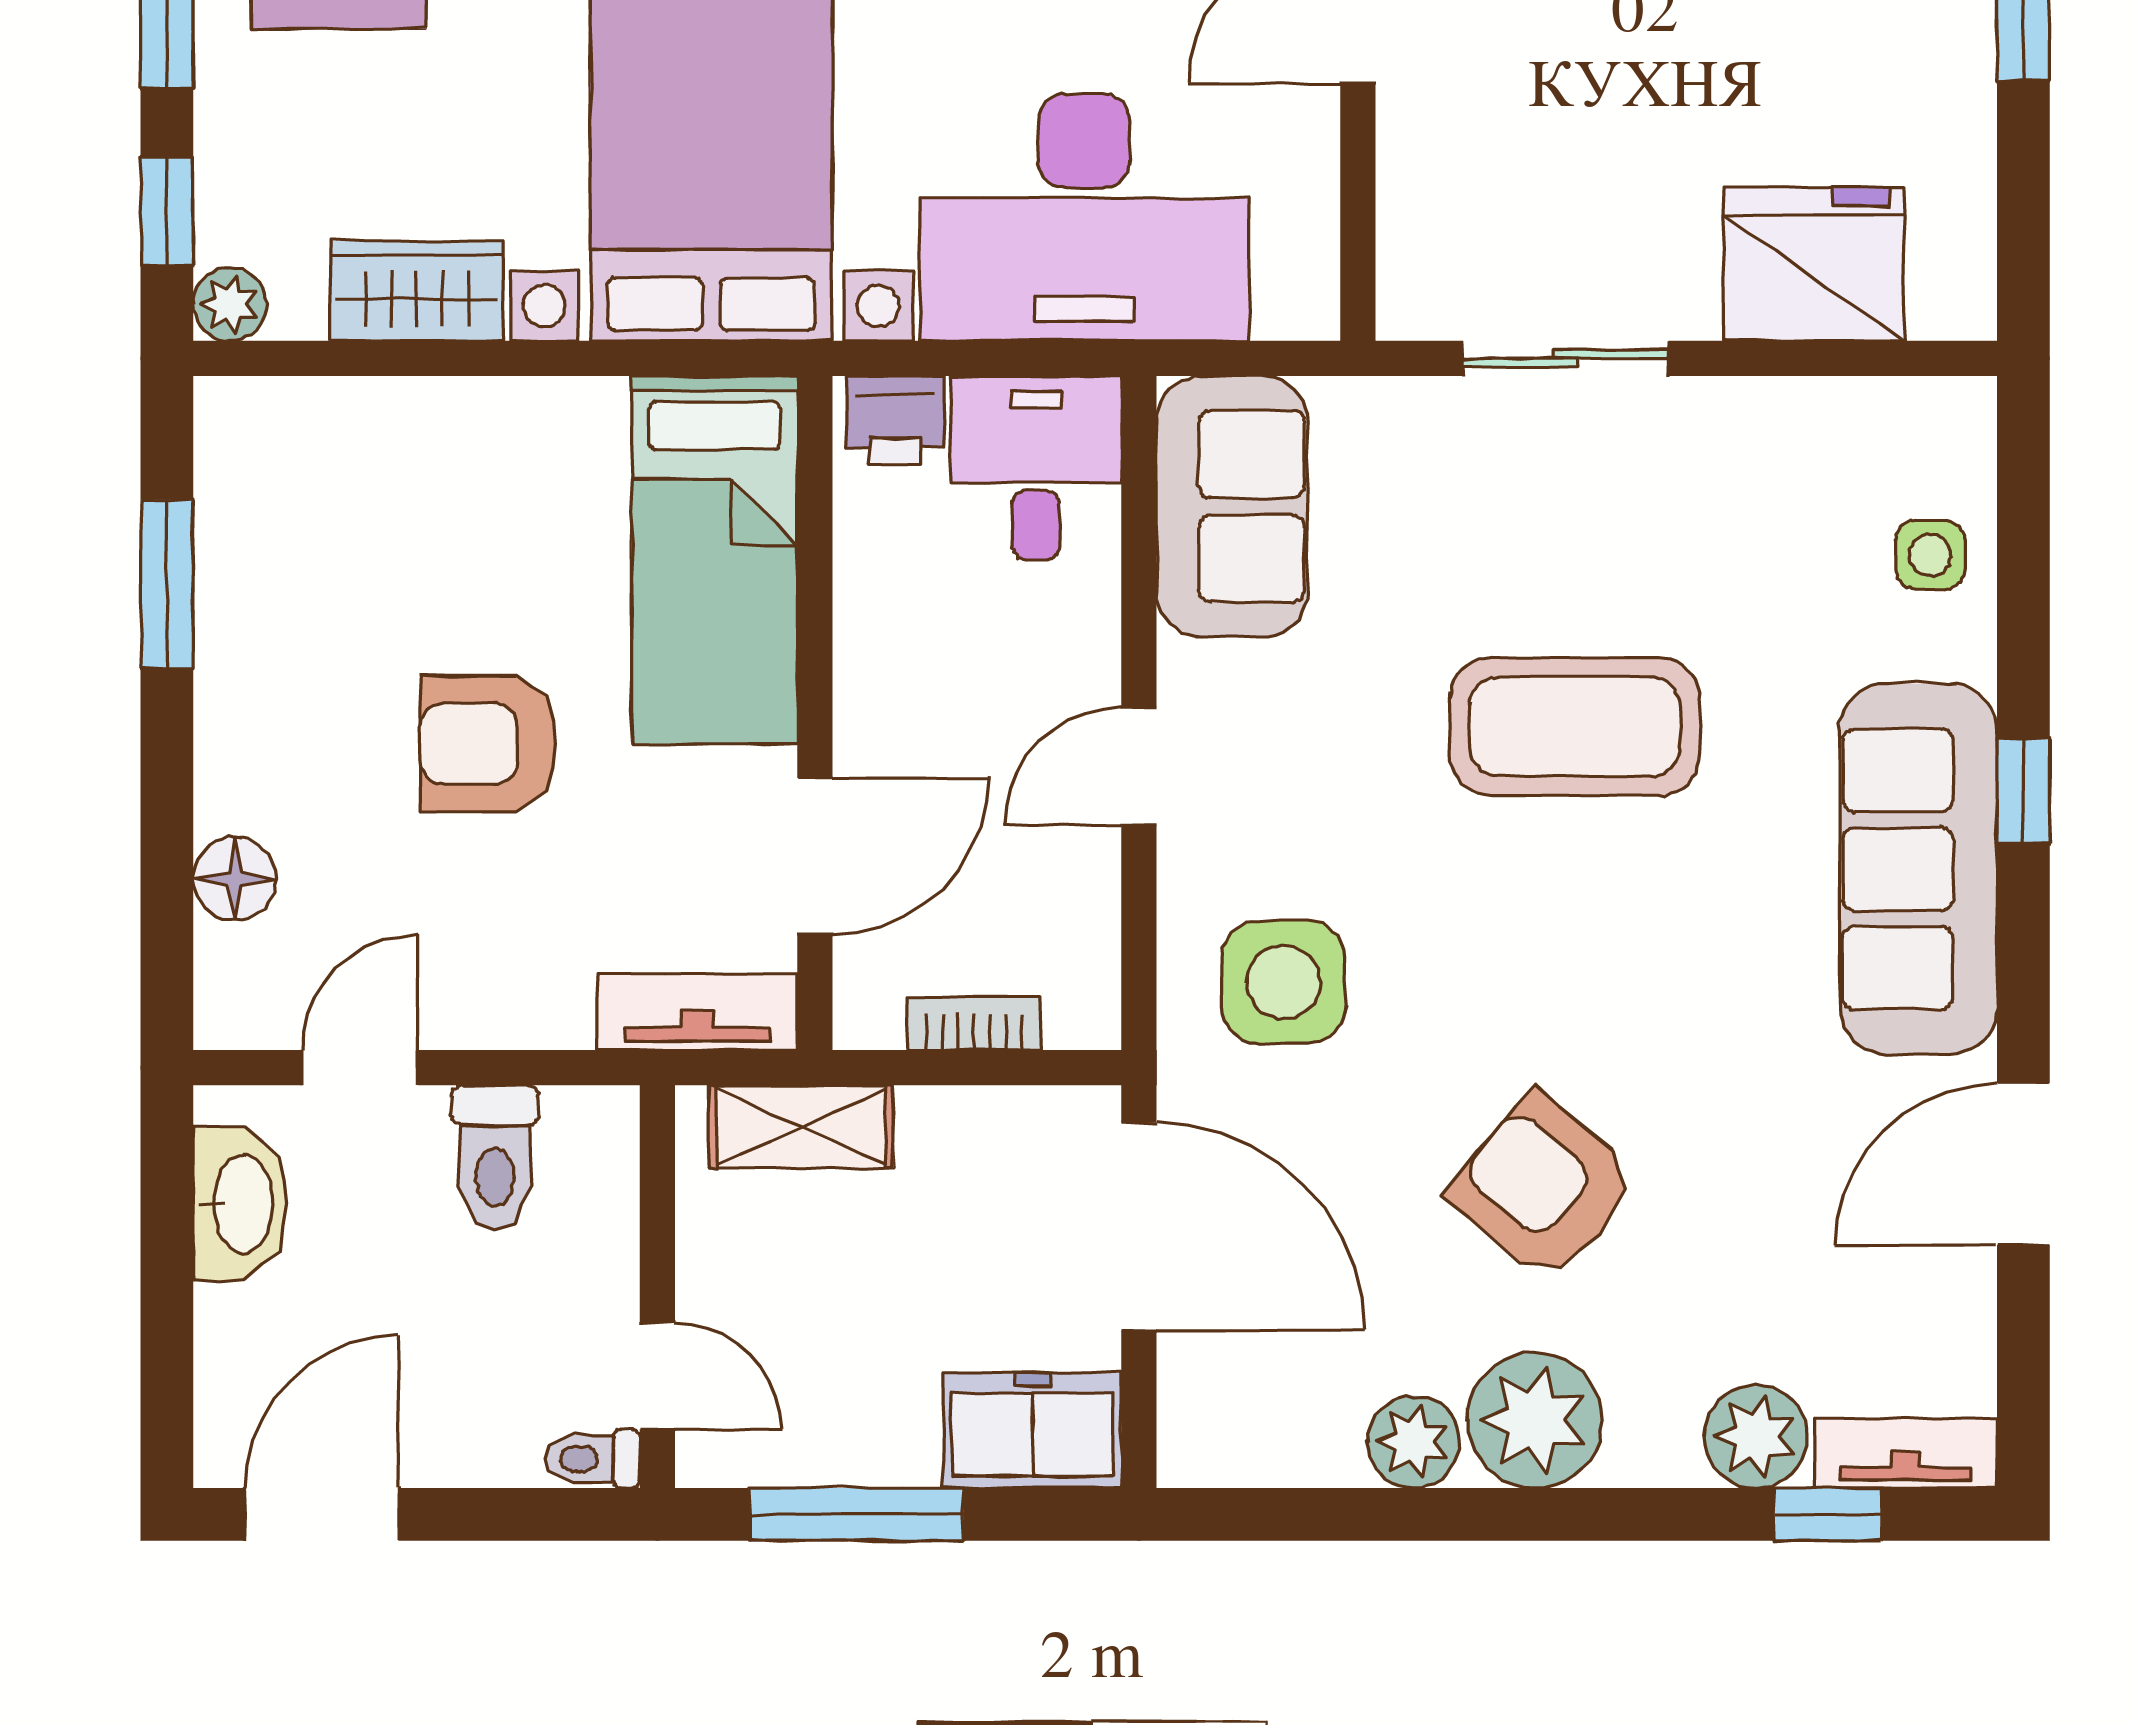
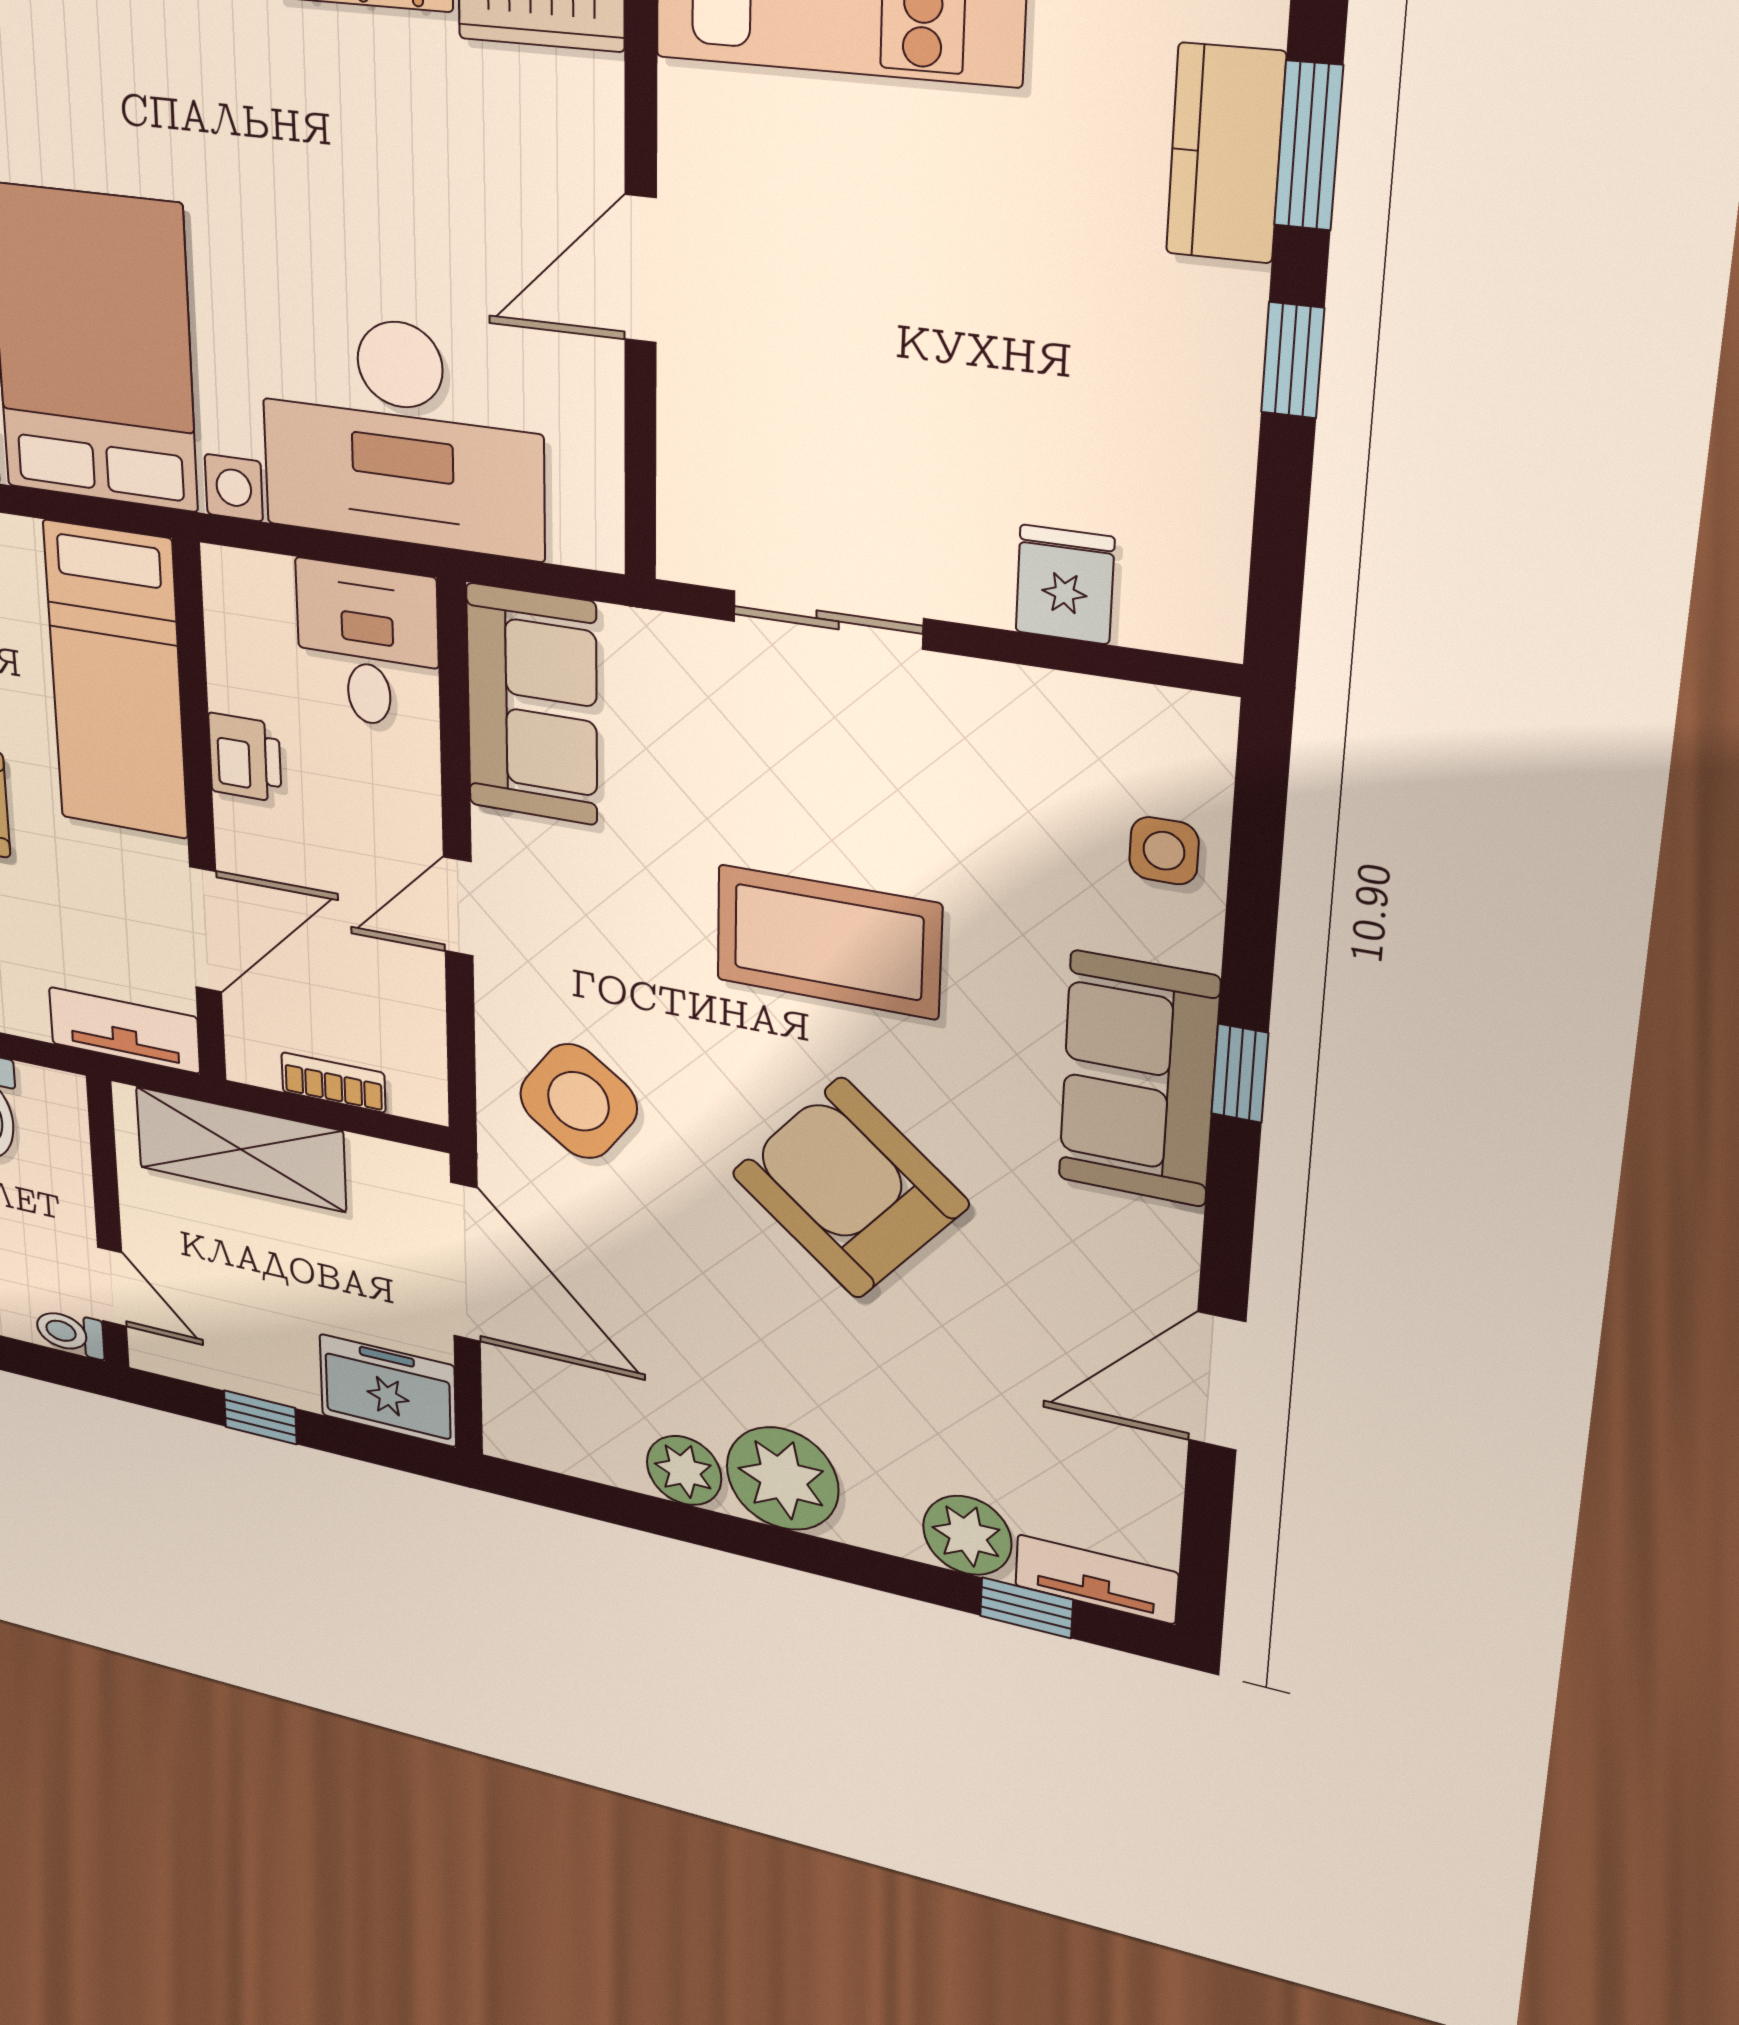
fridge: (1814, 264) -> (1065, 585), width x0.53, depth x0.75
printer: (895, 420) -> (245, 758), moved, turned -90
sofa: (1918, 869) -> (1138, 1079), width x0.73
side table: (1283, 982) -> (578, 1101), turned 37
shelving: (801, 1127) -> (240, 1149), width x1.50, depth x1.33
armchair: (1544, 1187) -> (850, 1189), moved, width x1.36, depth x1.36
window: (857, 1514) -> (260, 1417), width x0.46

